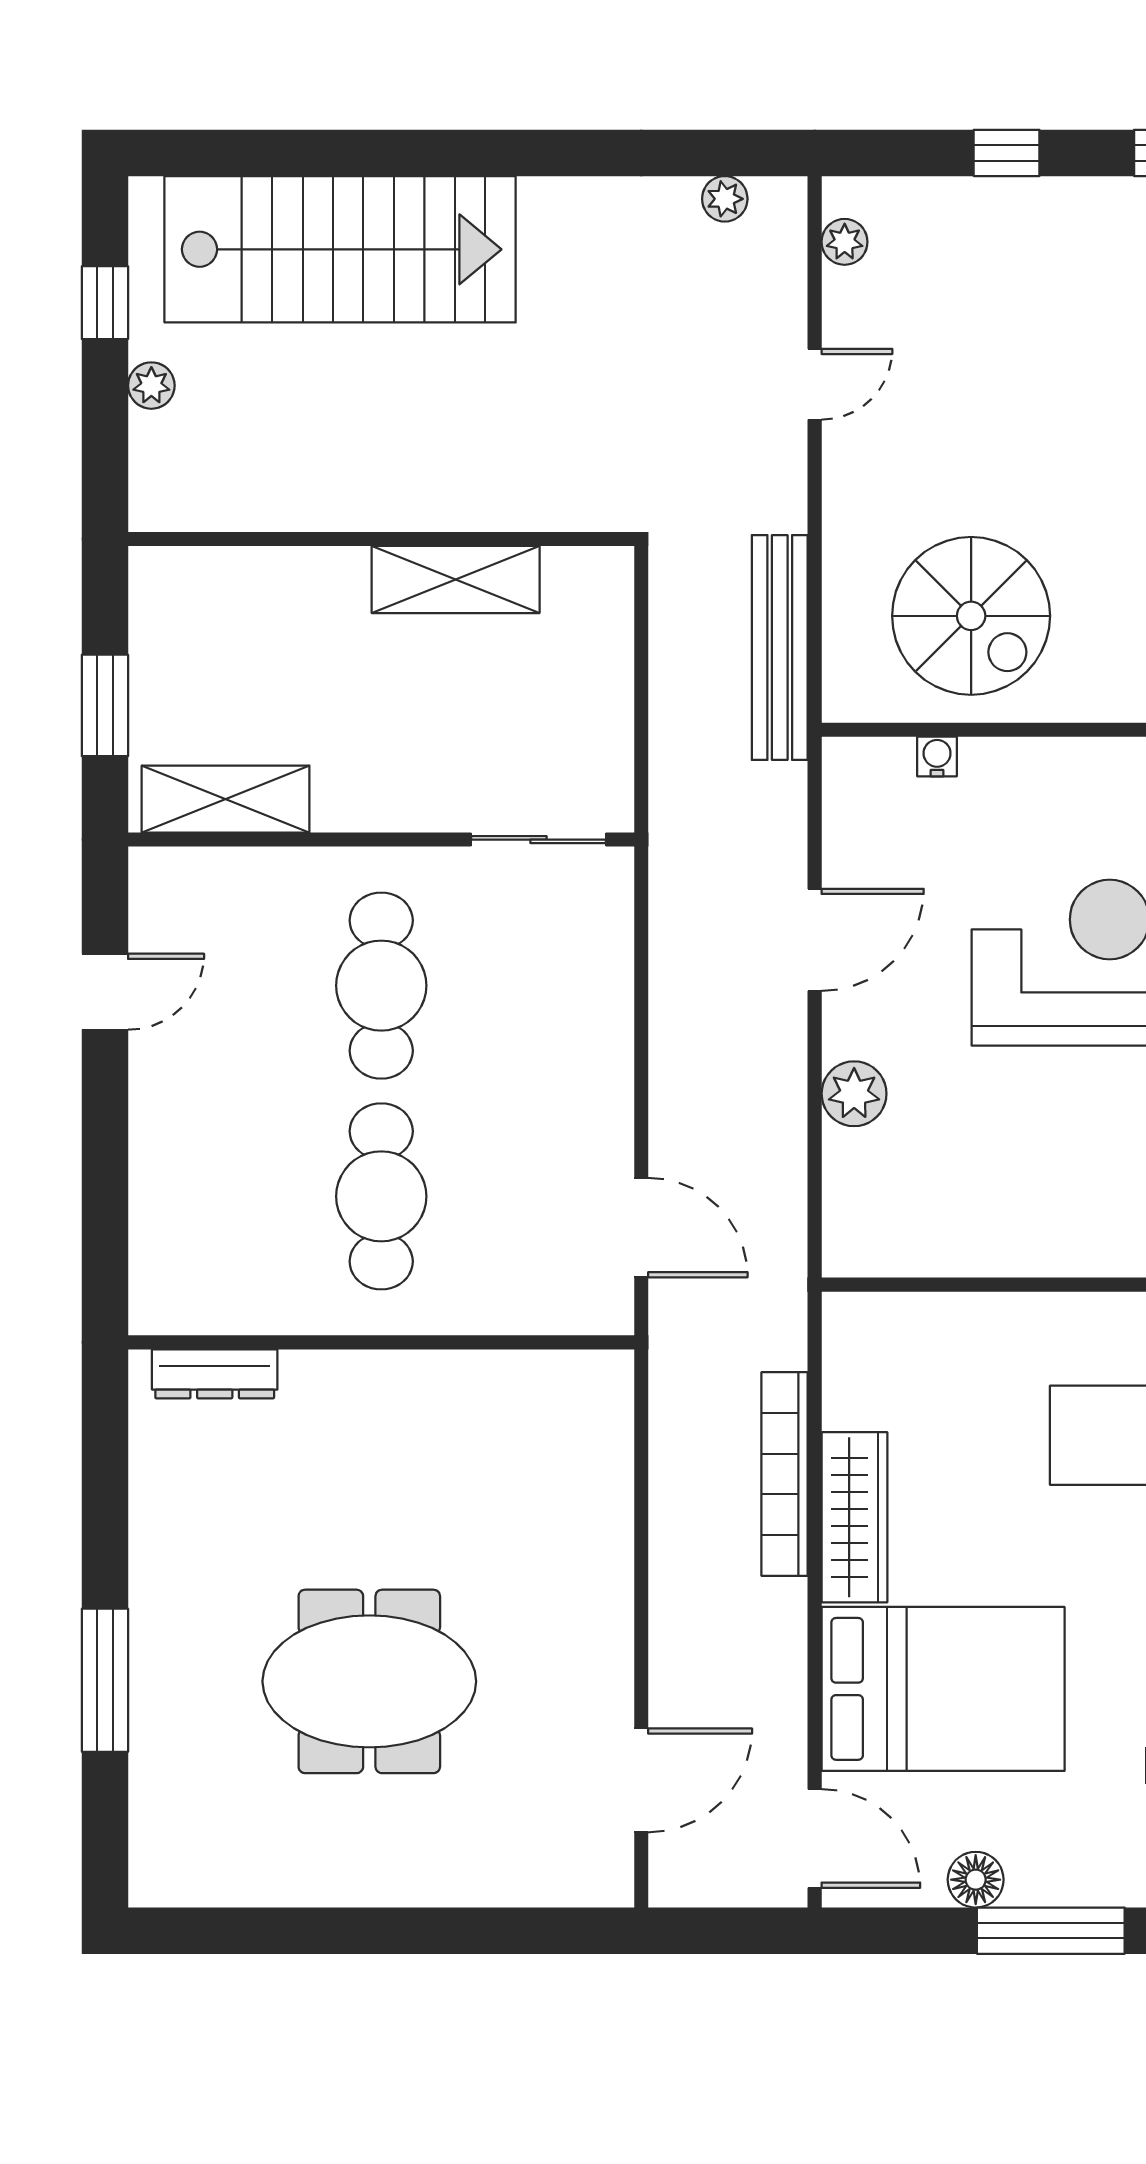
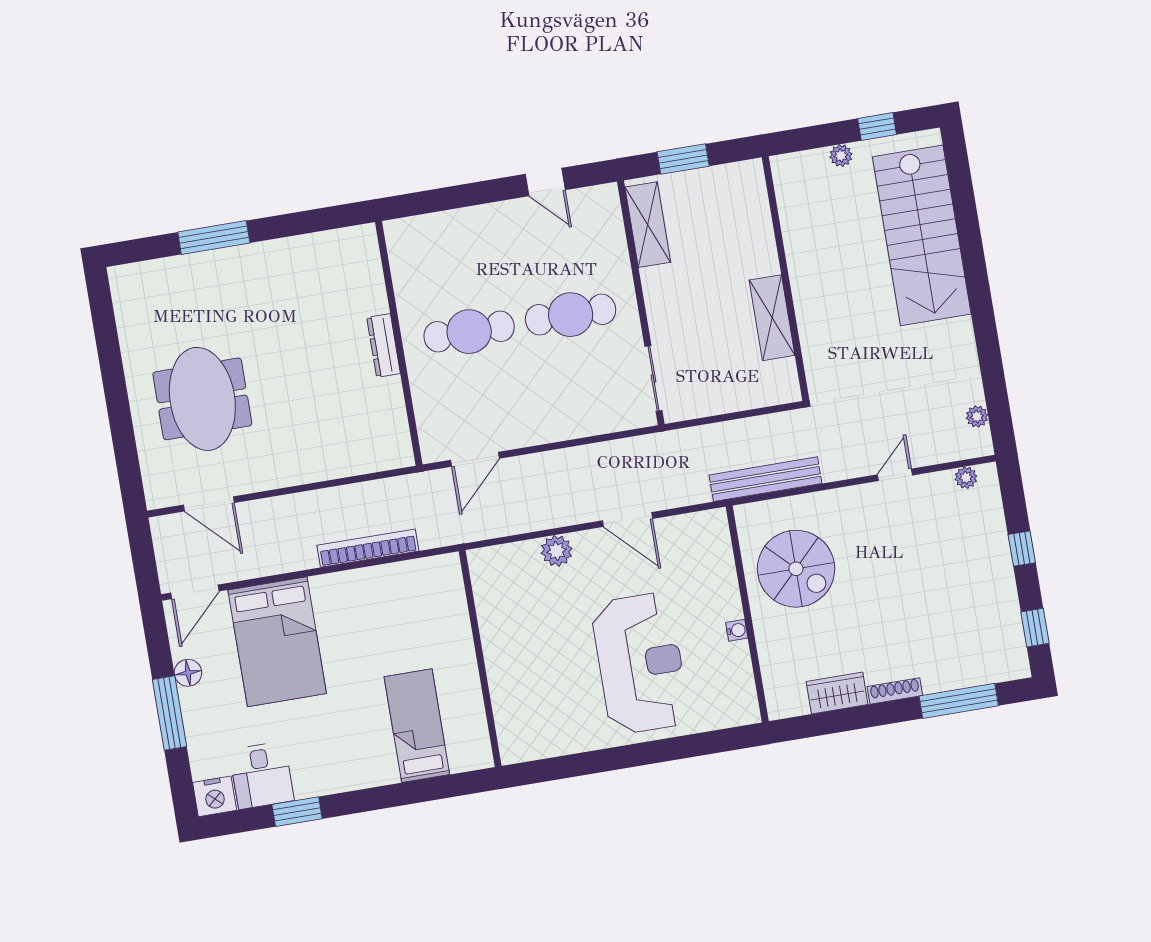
door: (815, 384) -> (895, 475), swing flipped
spiral stairs: (971, 616) -> (796, 569), turned -90
water cooler: (937, 756) -> (737, 630), moved
dresser: (215, 1374) -> (384, 345), moved
wardrobe: (854, 1517) -> (353, 585), removed
meeting table: (369, 1681) -> (202, 399), moved

